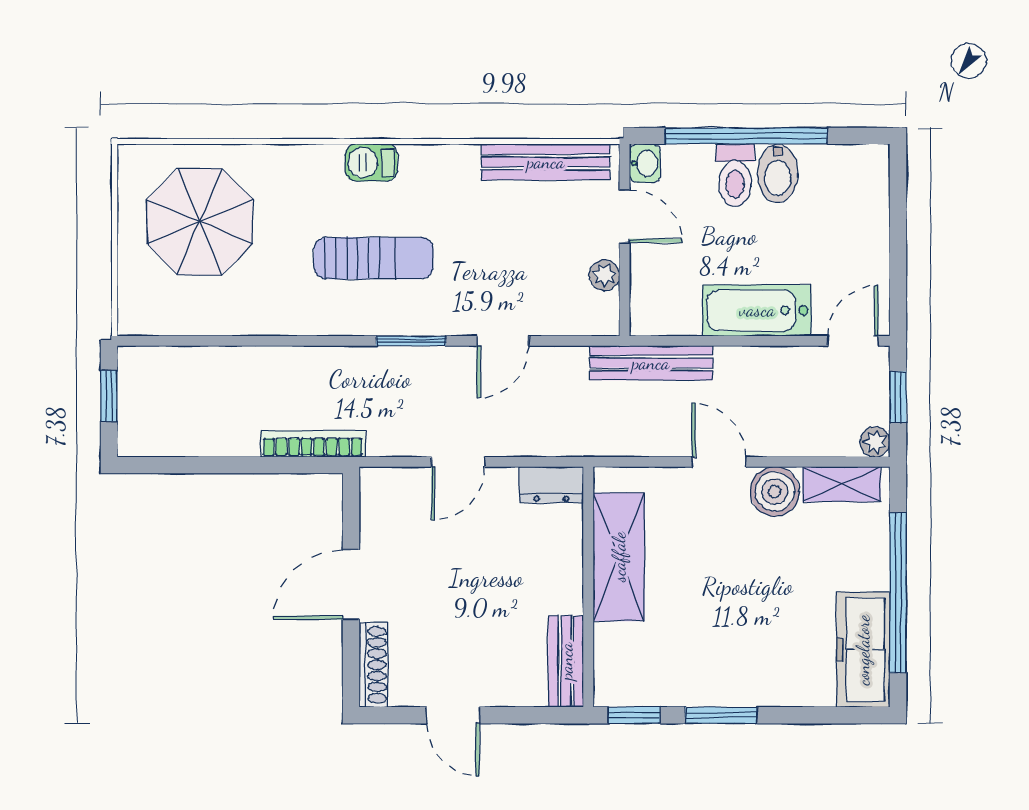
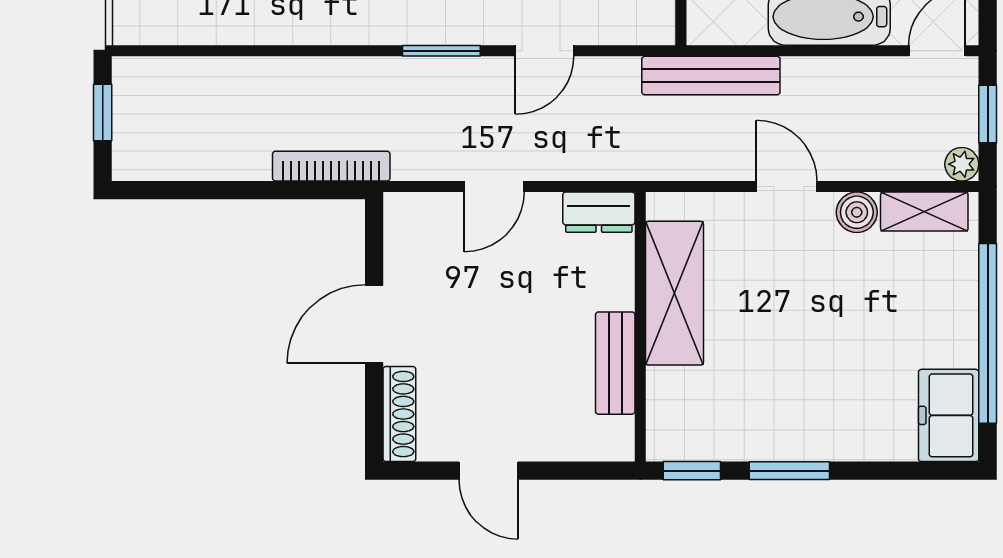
boiler: (775, 491) -> (857, 212), width x0.73, depth x0.73
freezer: (863, 650) -> (949, 415), width x0.71
bench: (566, 661) -> (615, 363), moved

